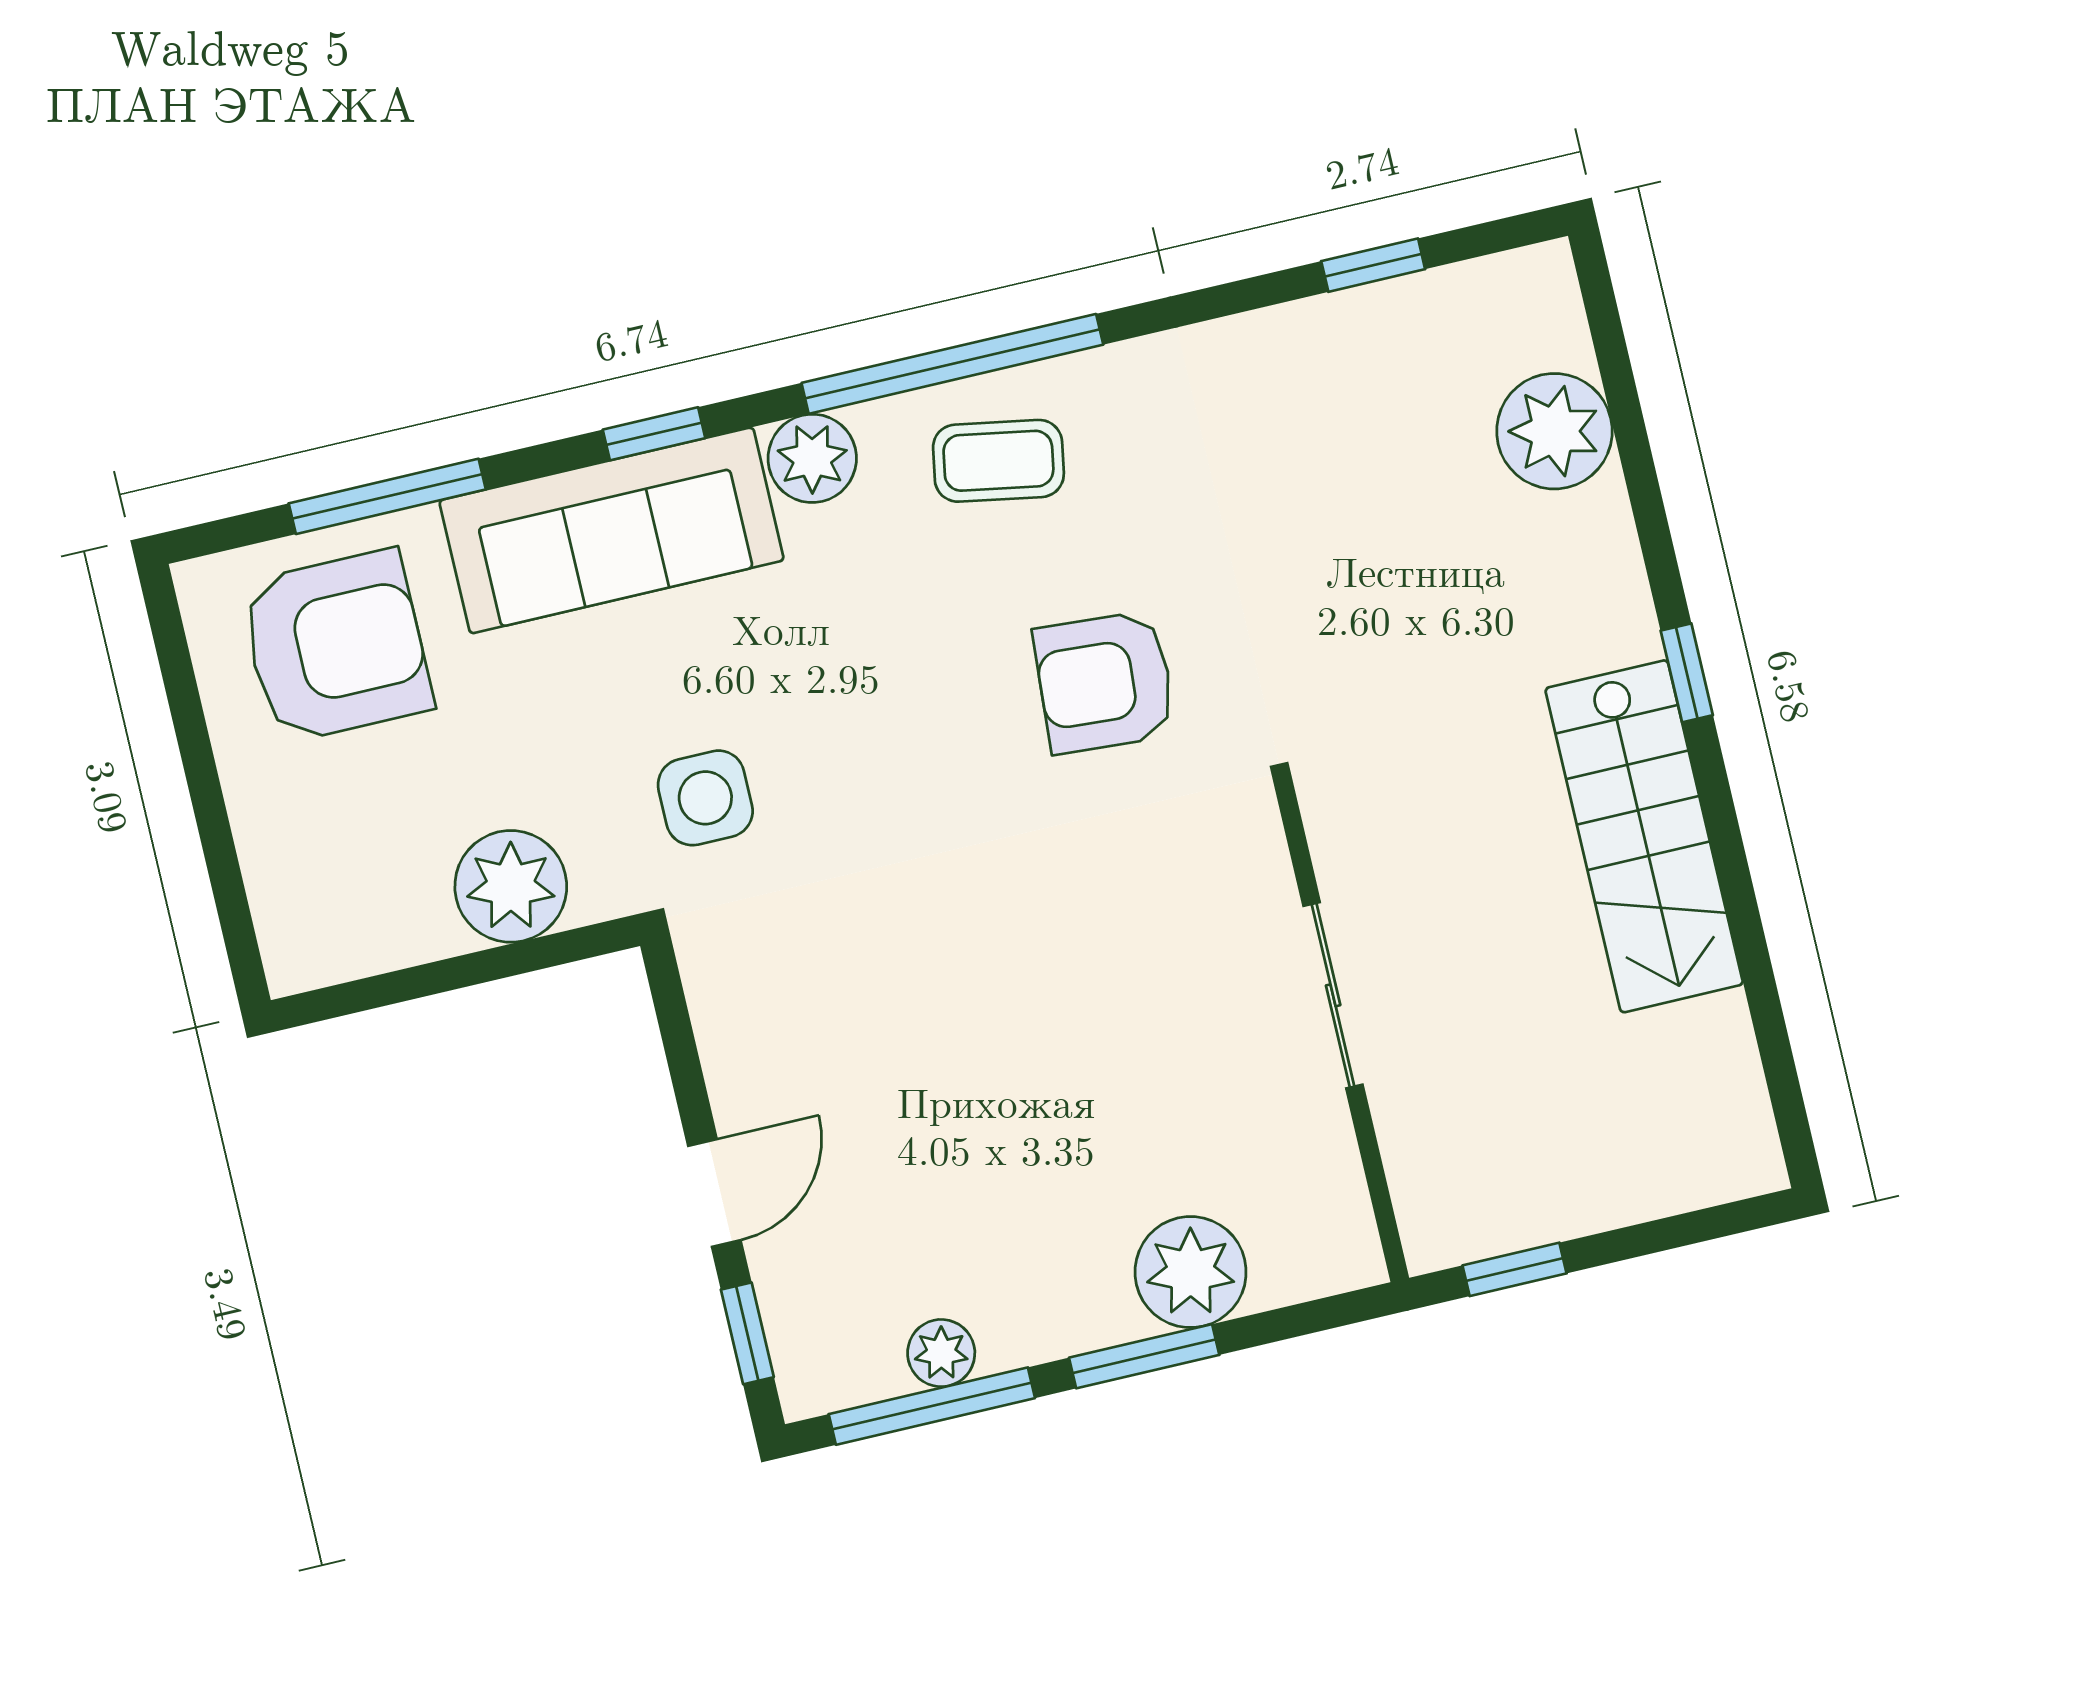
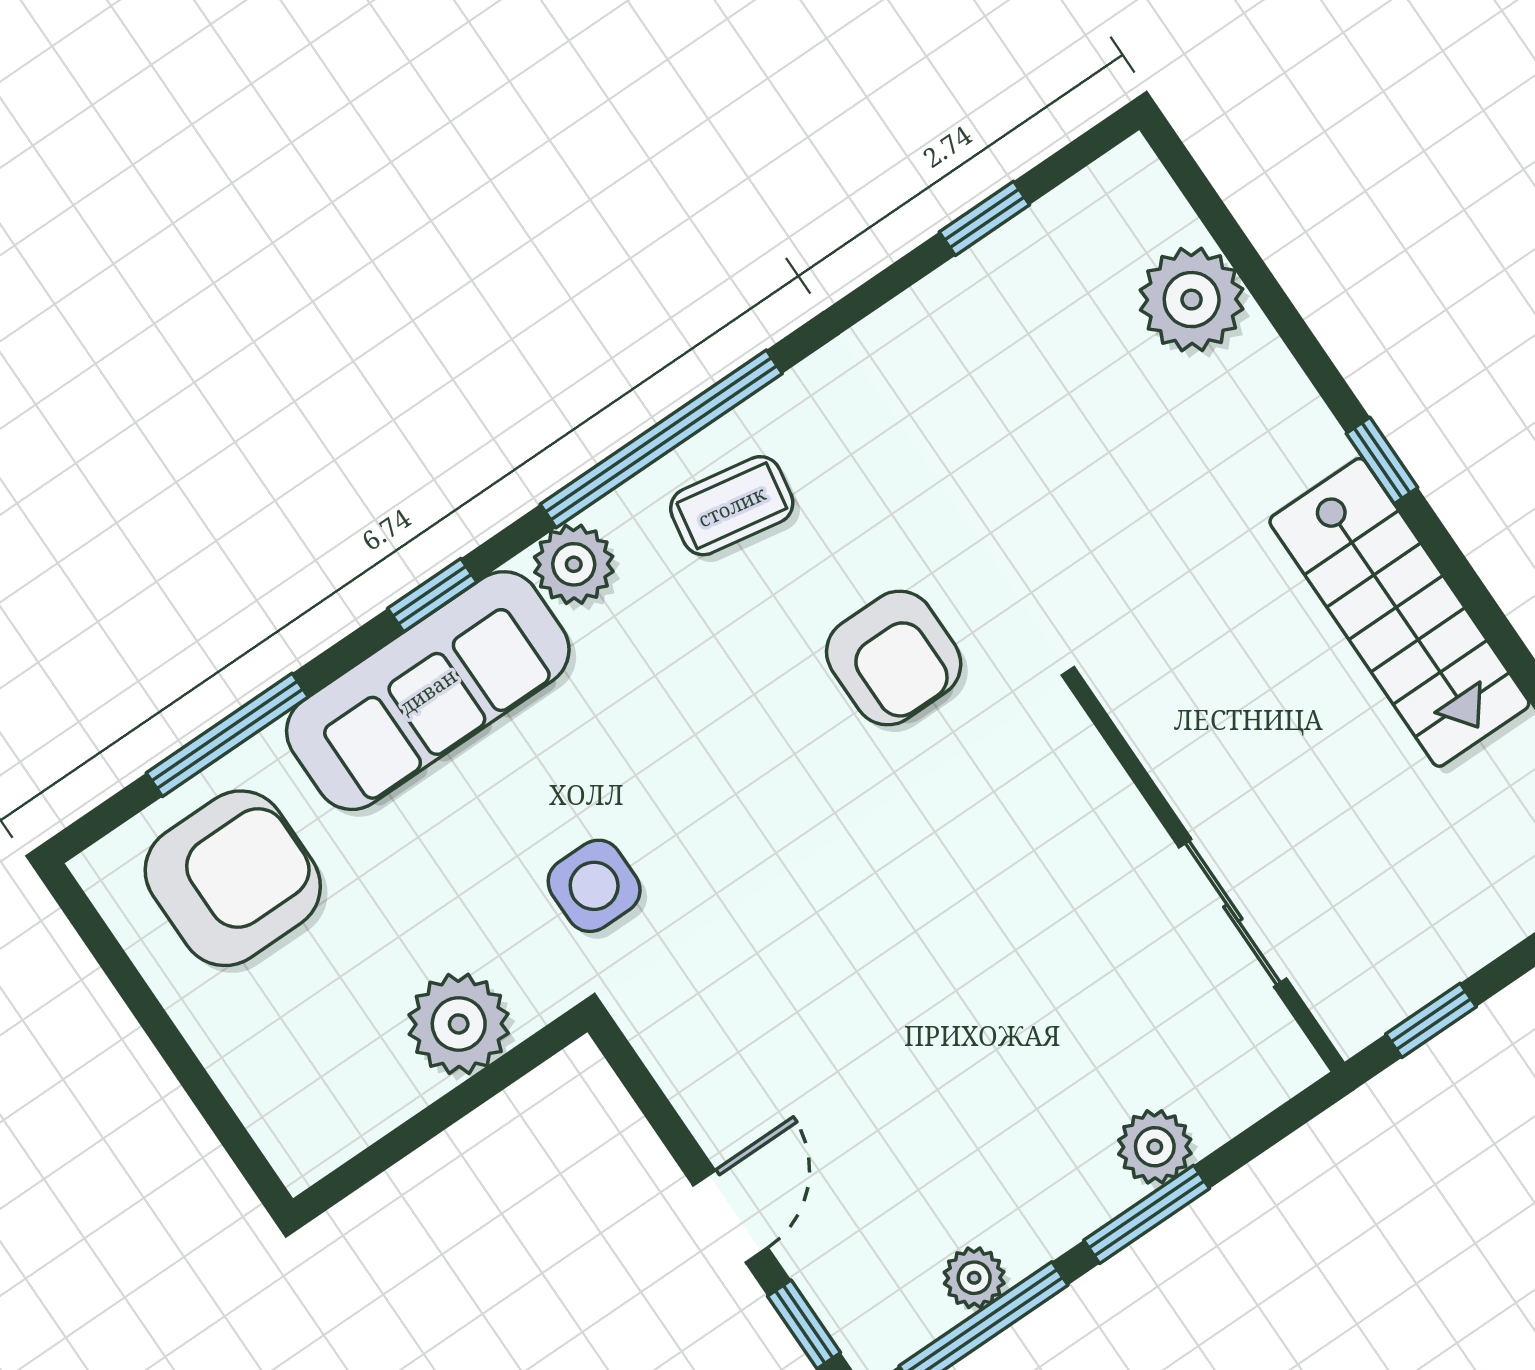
armchair: (1105, 682) -> (894, 658), turned -94
sliding door: (1333, 995) -> (1233, 913), moved
plant: (1191, 1272) -> (1155, 1147), width x0.73, depth x0.73

